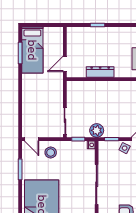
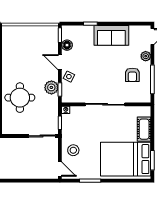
round table: (103, 99) -> (20, 98), added
plant: (97, 130) -> (51, 87), moved
door: (32, 139) -> (60, 169), hinge flipped

